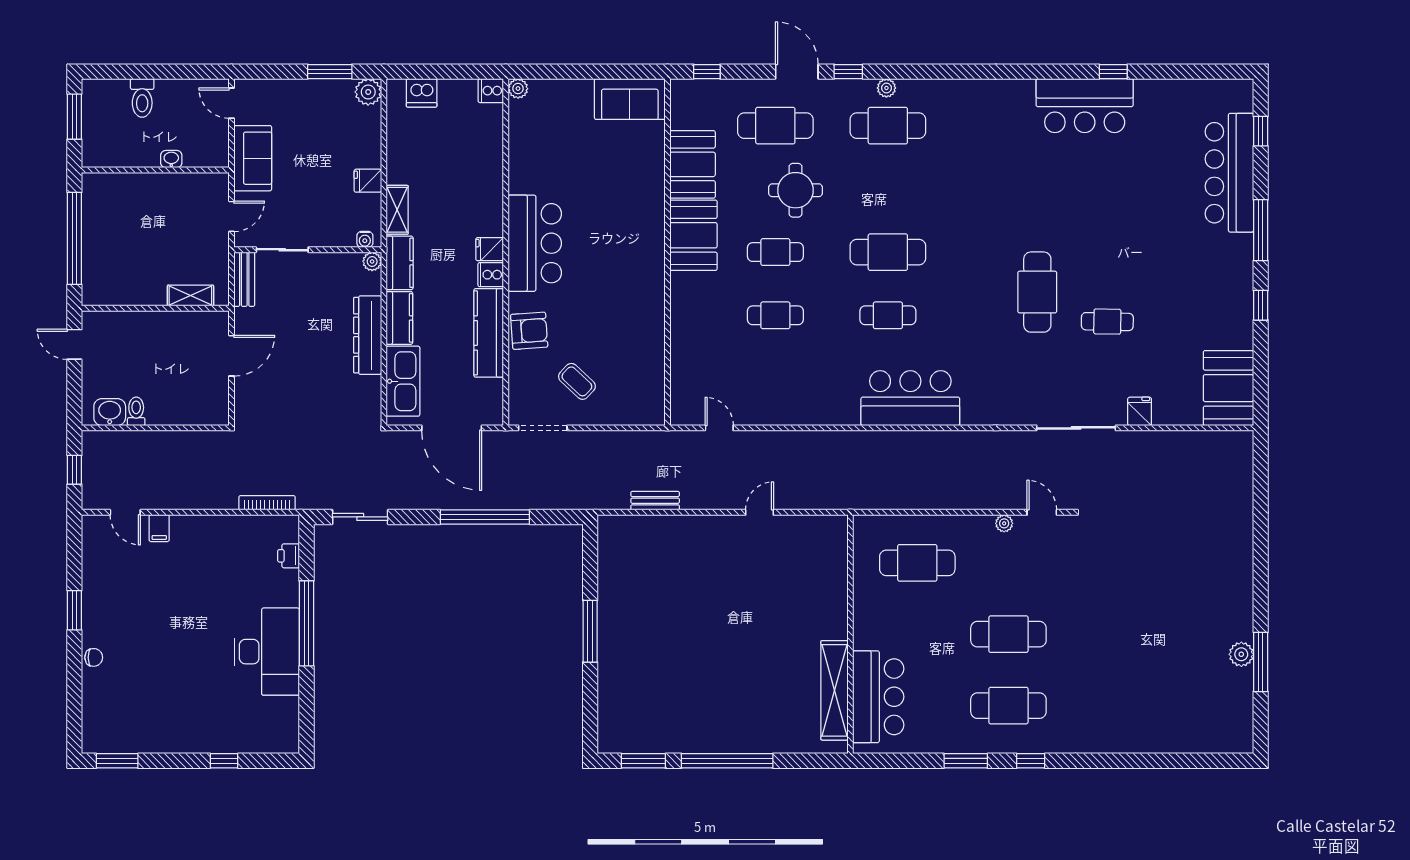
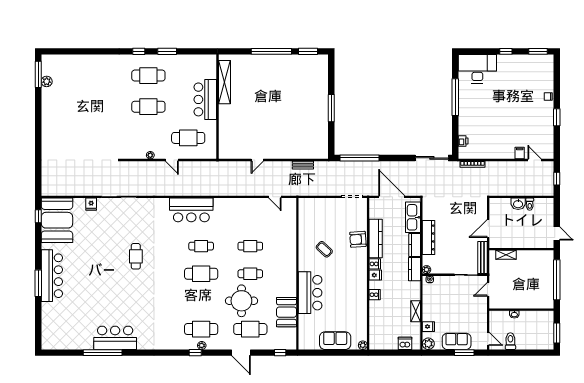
window: (330, 72) -> (464, 353), moved
window: (848, 72) -> (195, 353), moved
window: (1113, 72) -> (103, 353), width x3.17
cooker: (491, 91) -> (375, 295), moved
toilet: (142, 98) -> (510, 341), moved
sofa: (630, 99) -> (335, 341), moved
window: (1261, 131) -> (38, 327), removed
sofa: (253, 158) -> (457, 341), moved, turned 90
bar counter: (1229, 173) -> (52, 276), moved
fridge: (368, 181) -> (428, 327), moved
round table: (796, 190) -> (241, 301), width x1.36, depth x1.36
shelving: (397, 210) -> (416, 311), moved
booth: (693, 235) -> (286, 281), removed
bar counter: (535, 243) -> (310, 293), moved, turned 180
bench: (244, 279) -> (482, 258), width x1.36
cafe table: (1037, 292) -> (136, 256), width x0.73, depth x0.74
window: (1261, 305) -> (38, 216), moved
cafe table: (1107, 322) -> (105, 243), removed
coffee table: (577, 381) -> (324, 249), moved
booth: (1228, 388) -> (57, 220), width x1.36, depth x1.42
washbasin: (110, 412) -> (518, 204), moved
door: (1042, 512) -> (172, 160), moved
sliding door: (360, 517) -> (432, 158), width x1.37
window: (485, 517) -> (359, 158), moved
window: (307, 623) -> (455, 97), moved
desk: (267, 652) -> (477, 69), moved, turned 90
plant: (1241, 654) -> (47, 81), moved
window: (1261, 662) -> (38, 74), moved
bar counter: (878, 697) -> (205, 99), moved
window: (224, 761) -> (506, 51), moved

